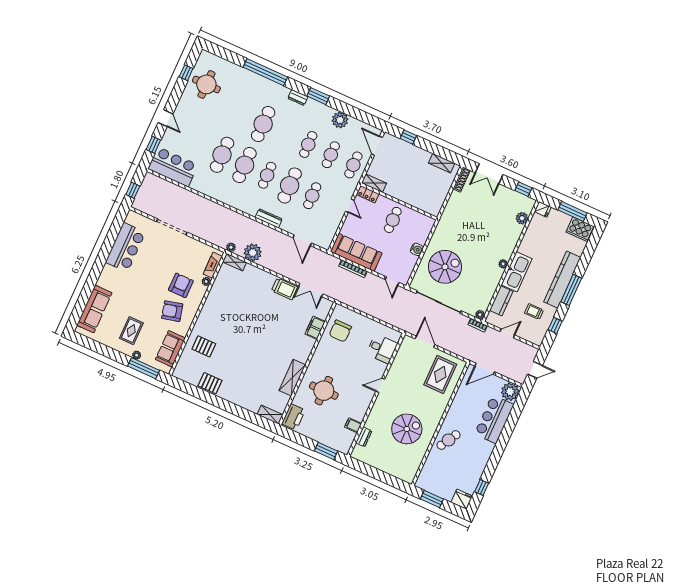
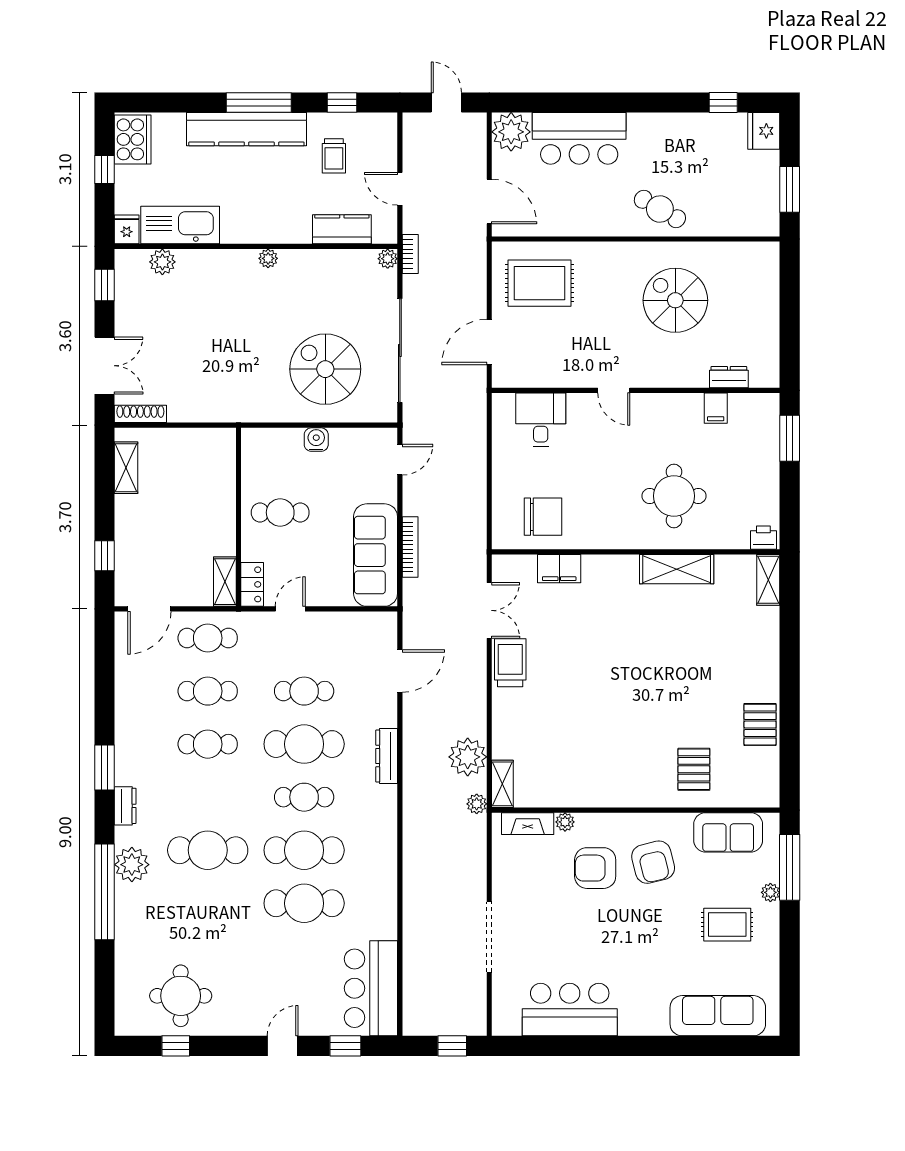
plant: (340, 120) -> (132, 865), moved
window: (573, 211) -> (104, 169), width x0.46
kitchen sink: (517, 272) -> (180, 225), moved
printer: (293, 417) -> (763, 538), width x0.53, depth x0.68

